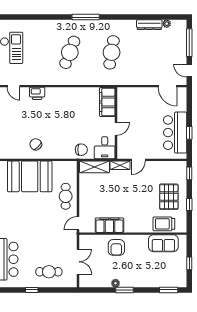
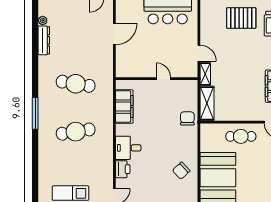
cafe table: (70, 52) -> (76, 132), turned -30
door: (167, 86) -> (114, 34), moved
filing cabinet: (107, 102) -> (124, 107), moved, turned -90
desk: (105, 148) -> (128, 148), moved, turned 180

